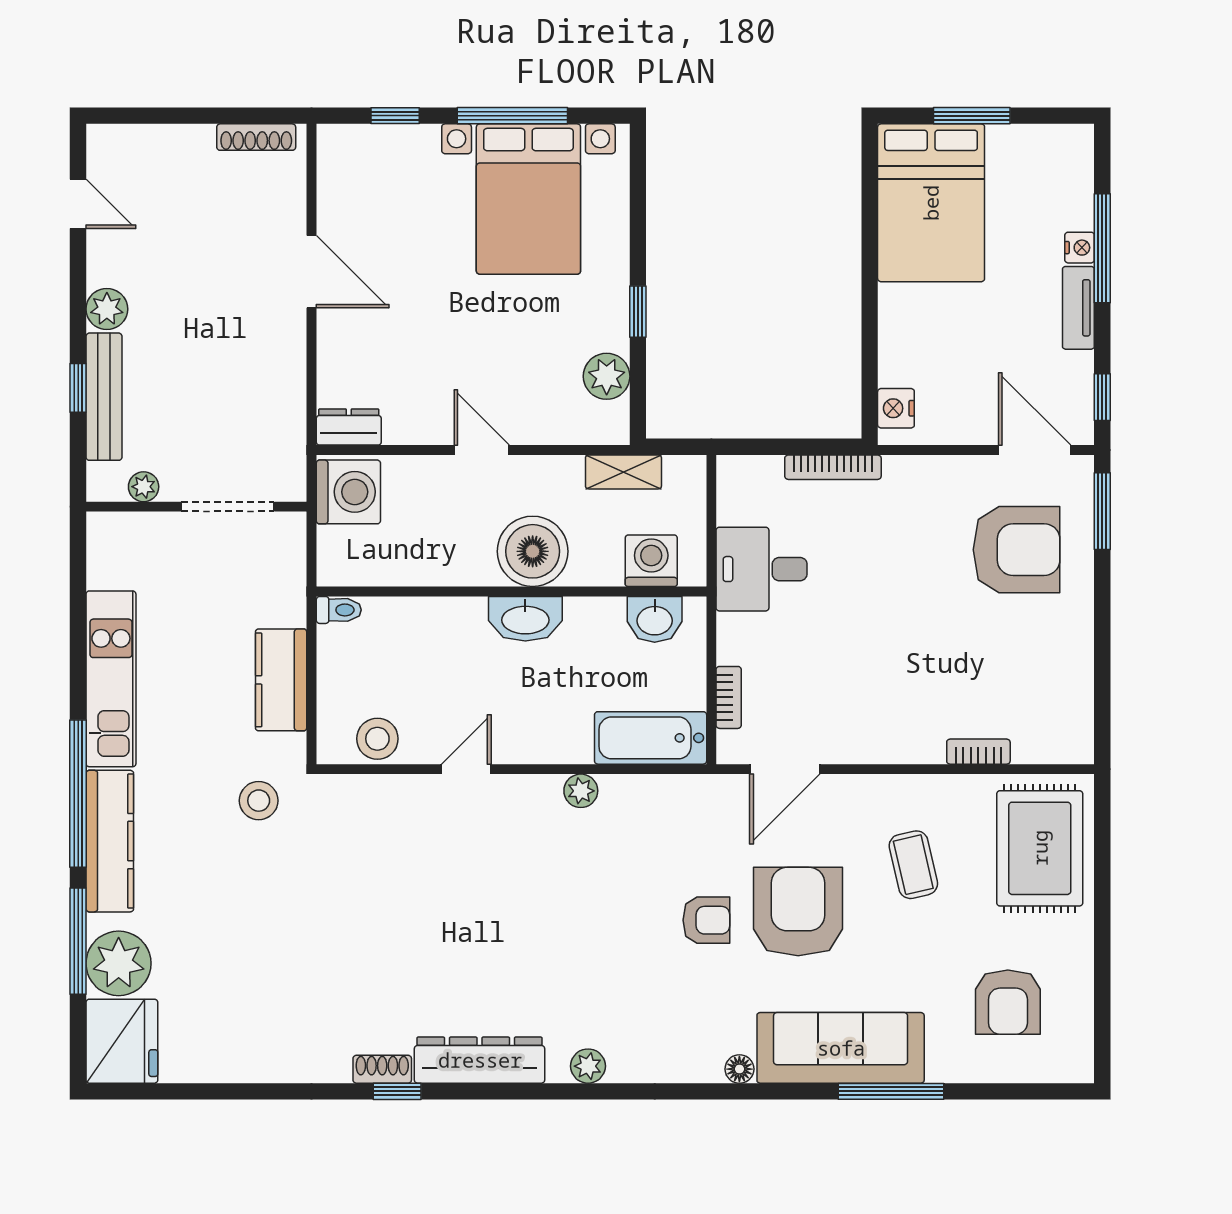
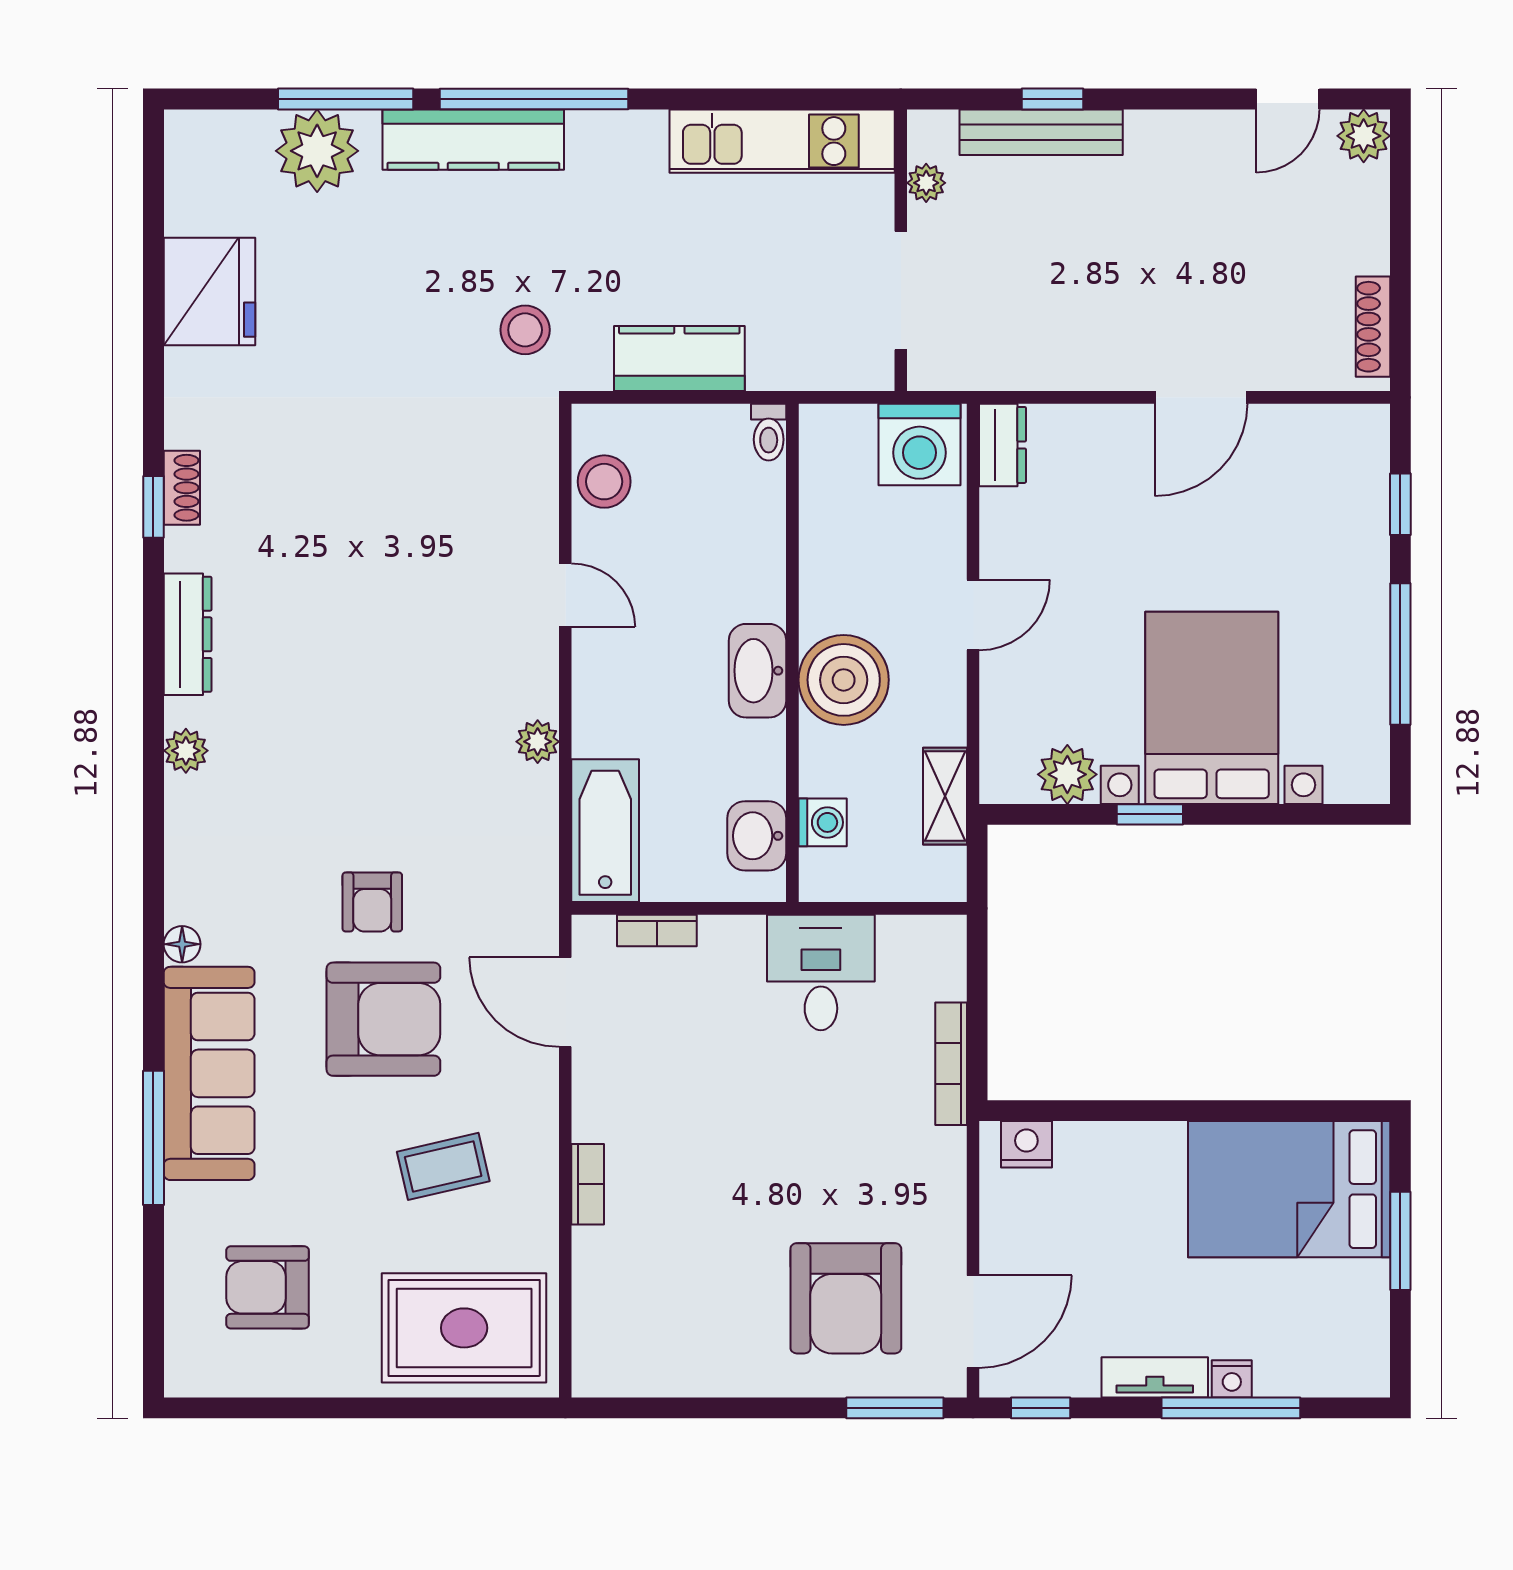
bed with nightstands: (528, 199) -> (1212, 708), moved, turned 90
plant: (107, 309) -> (1364, 136), moved
washing machine: (651, 561) -> (823, 822), width x0.73, depth x0.73
kitchen unit: (111, 679) -> (782, 141), moved
bookcase: (978, 752) -> (588, 1184), moved
fridge: (122, 1041) -> (209, 292), moved, turned -90
dresser: (480, 1060) -> (188, 634), width x0.73, depth x0.80

